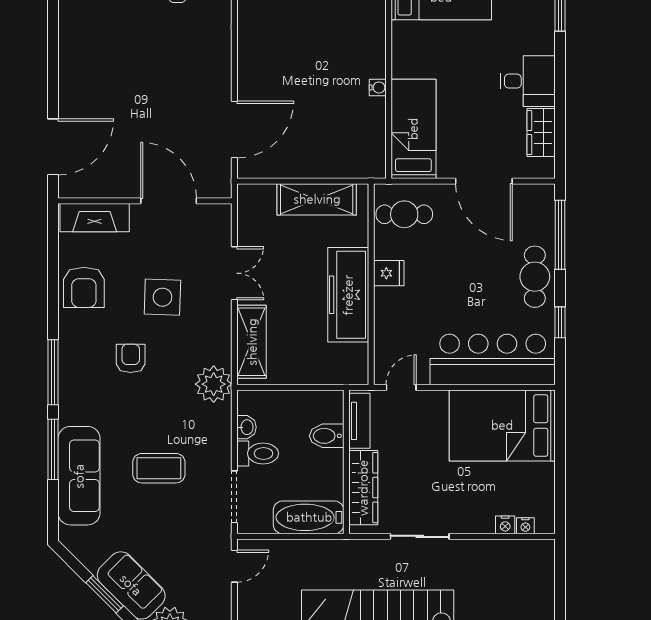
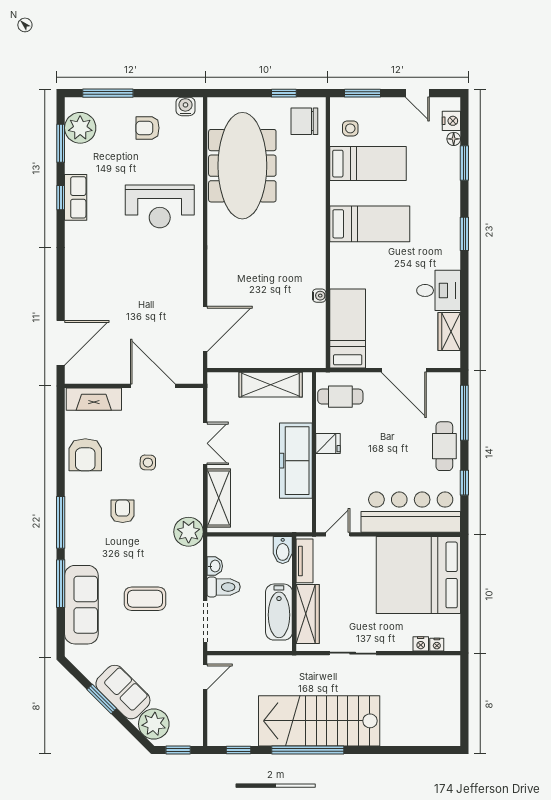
side table: (162, 297) -> (148, 463), width x0.54, depth x0.54
bed: (502, 425) -> (418, 575), width x1.36
bidet: (327, 436) -> (283, 550), moved, turned -90
bathtub: (309, 517) -> (279, 612), moved, turned -90

